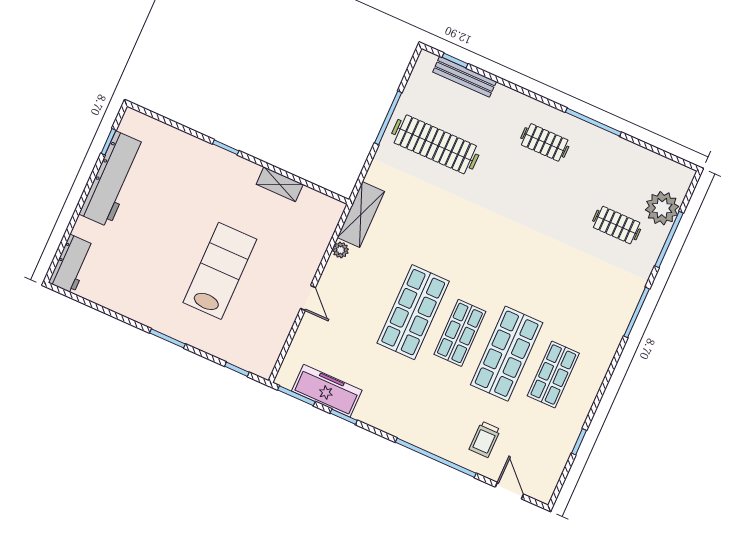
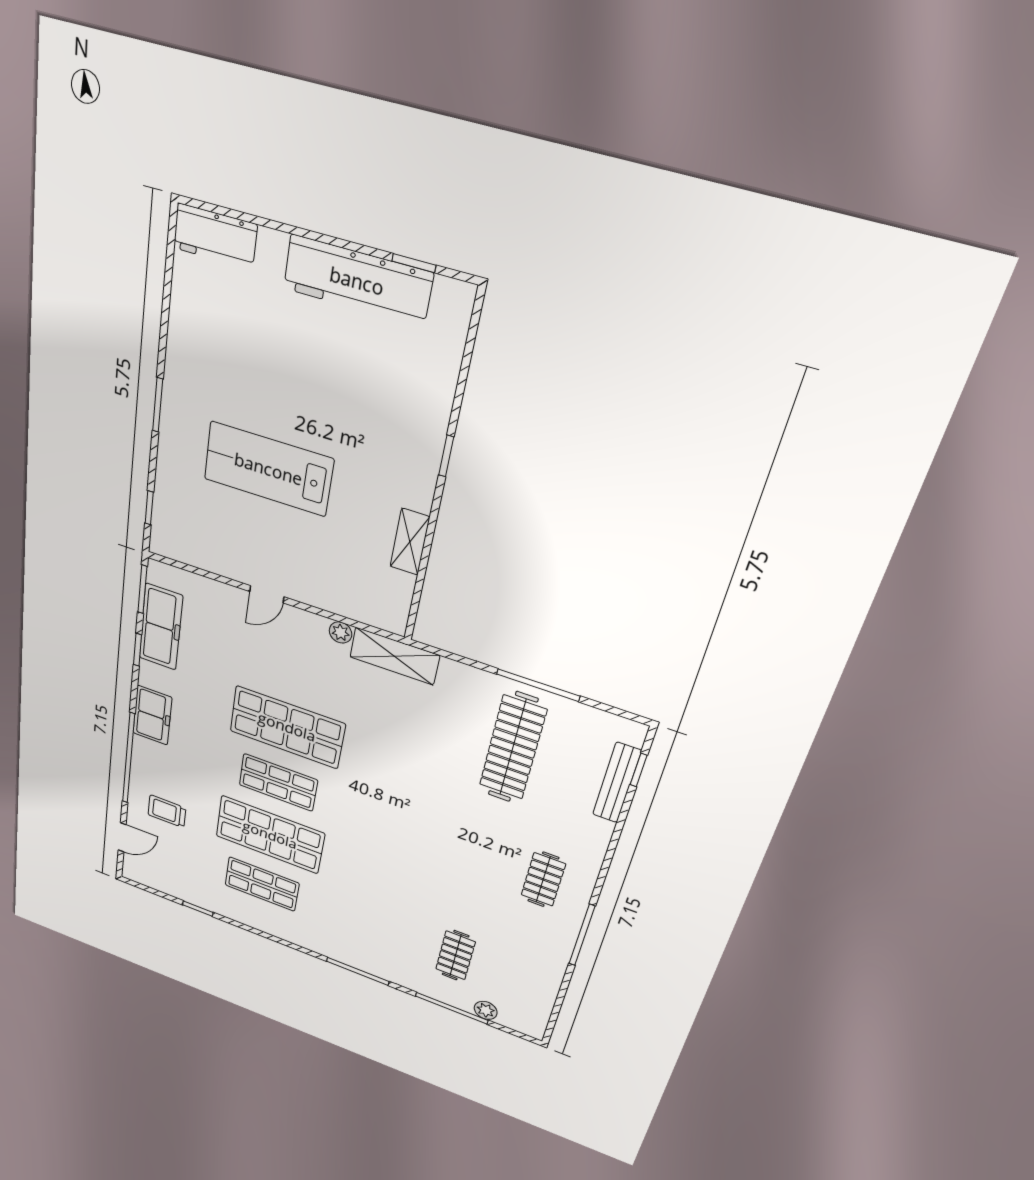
plant: (662, 208) -> (486, 1010), width x0.53, depth x0.53
lab bench: (220, 271) -> (268, 469), turned 180
freezer: (399, 423) -> (152, 715), added

